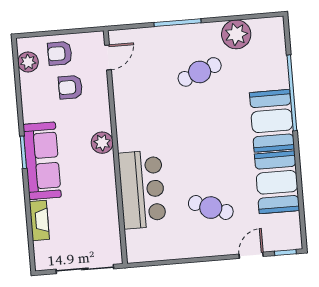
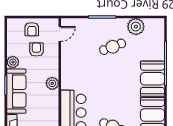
armchair: (60, 53) -> (32, 29), turned -90
plant: (28, 62) -> (13, 62), moved
armchair: (70, 87) -> (36, 50), turned 90

